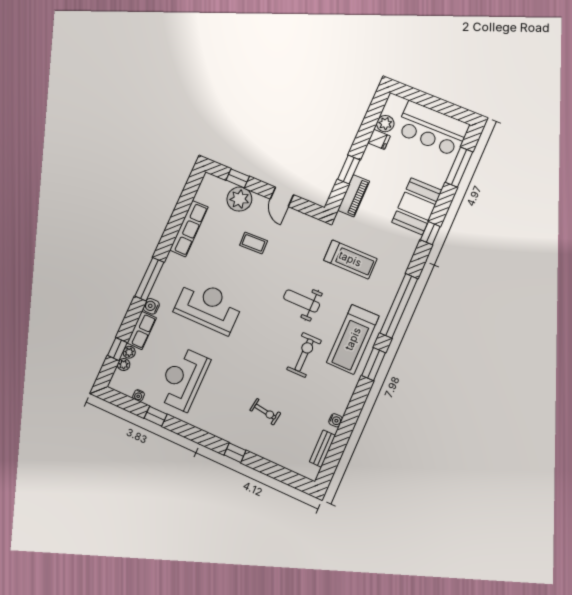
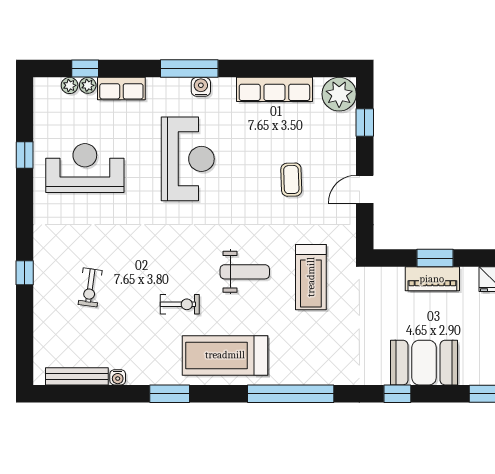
piano: (354, 196) -> (432, 279), moved
plant: (239, 199) -> (339, 94), moved
treadmill: (350, 259) -> (311, 277), moved
weight bench: (302, 301) -> (245, 272), turned 90
water cooler: (151, 306) -> (201, 87), moved
exercise bike: (304, 355) -> (180, 304), width x0.73, depth x0.72
window: (373, 364) -> (170, 394), moved
water cooler: (139, 396) -> (40, 122), removed
bench: (322, 449) -> (77, 376), width x1.36

